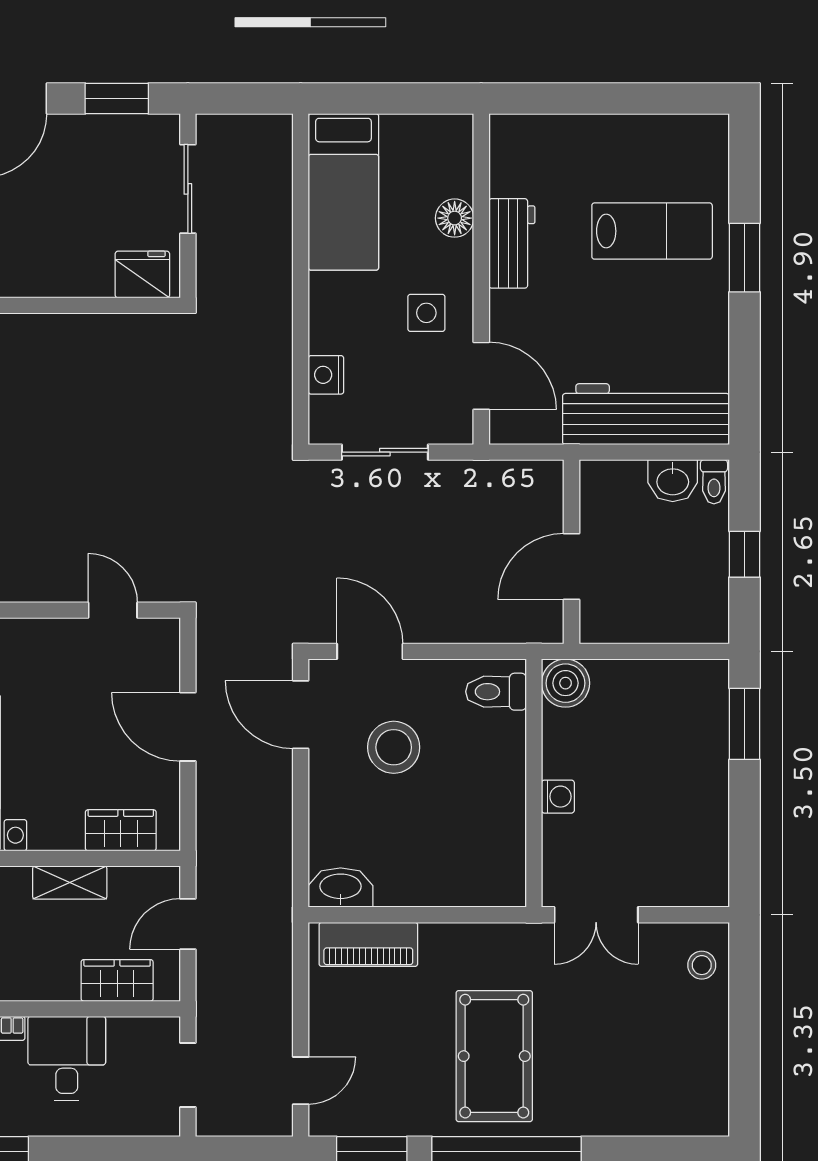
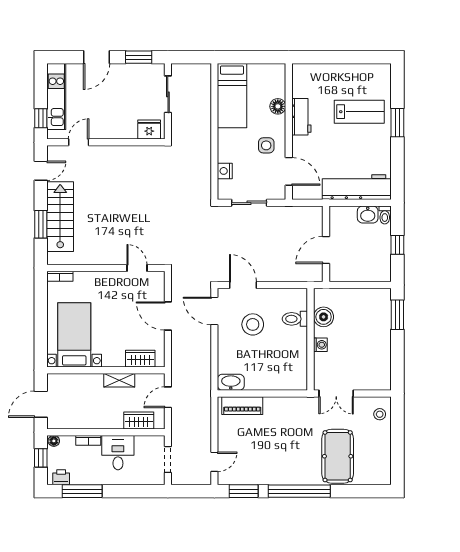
boiler: (566, 683) -> (324, 317), moved
toilet: (496, 692) -> (295, 319), moved
pool table: (494, 1056) -> (338, 456), moved

